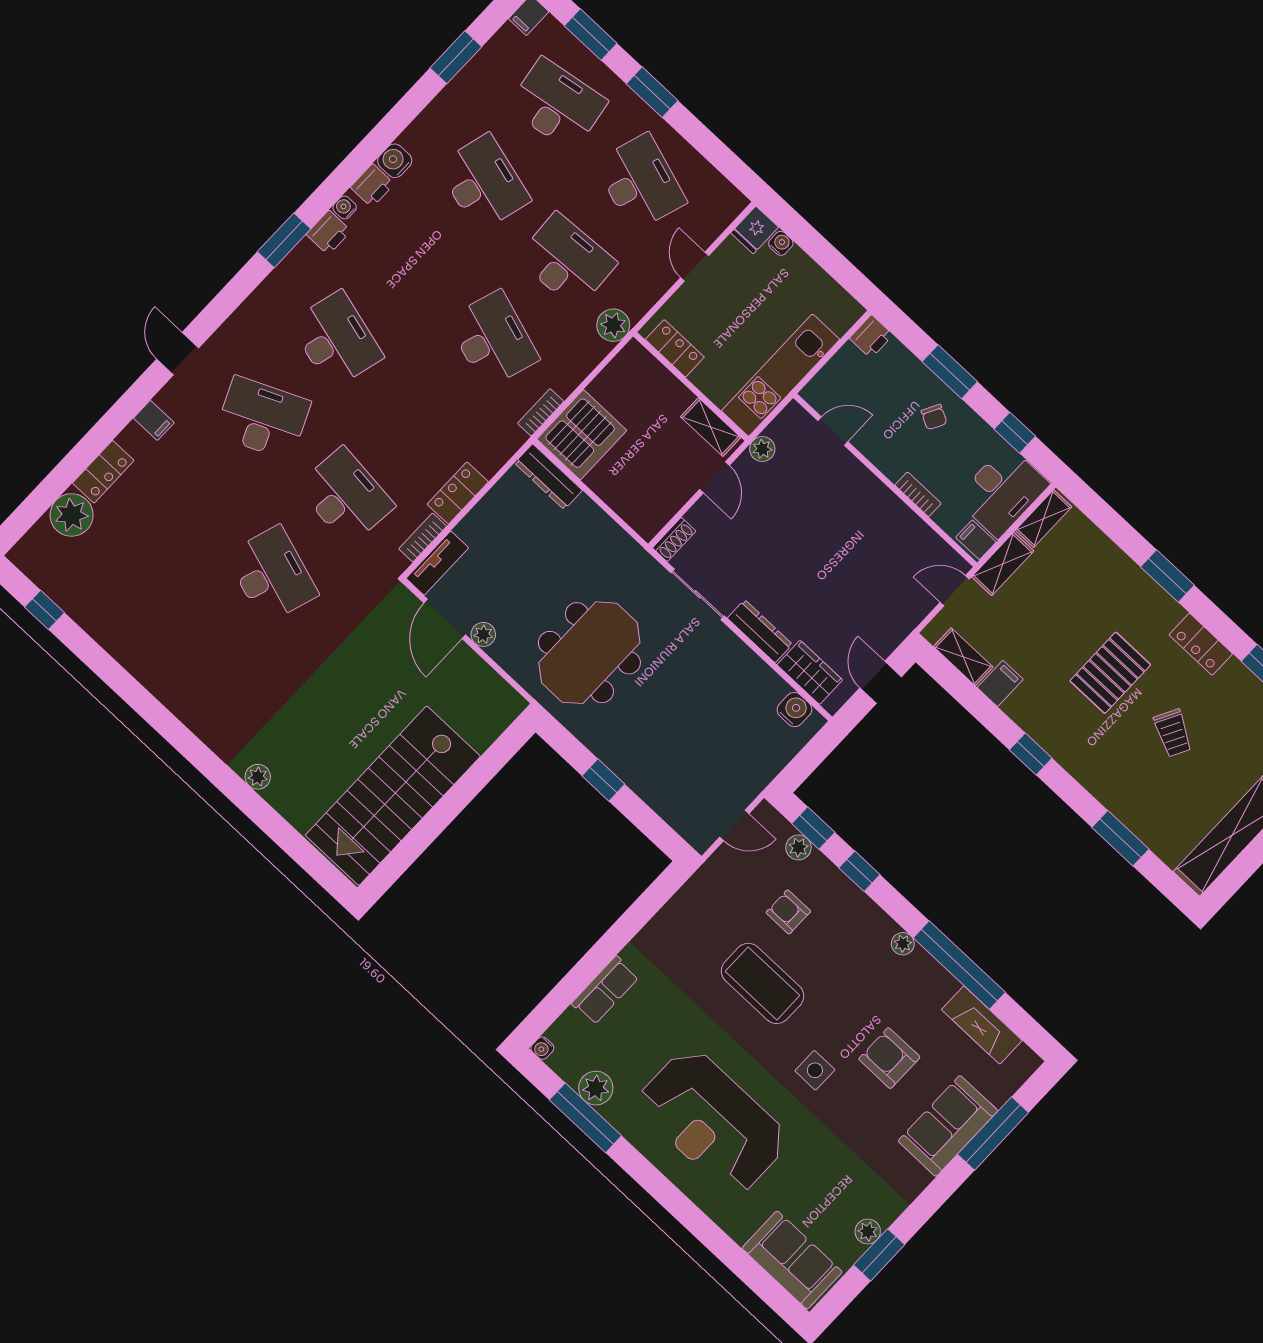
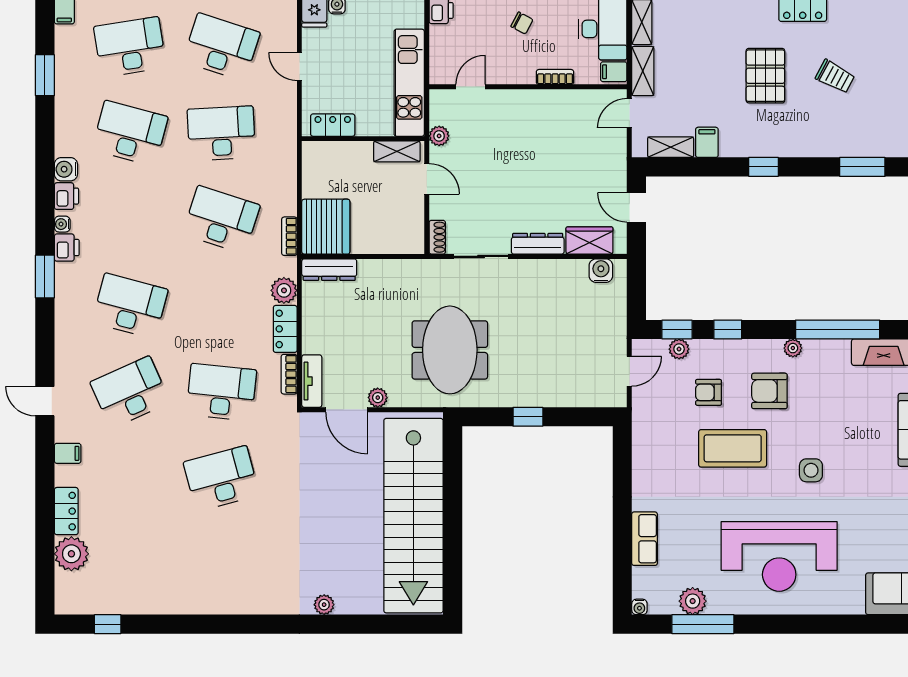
plant: (613, 325) -> (284, 290), moved
desk: (272, 575) -> (221, 479), turned -33
stairs: (393, 796) -> (413, 516), width x1.36
armchair: (889, 1058) -> (769, 391), moved

